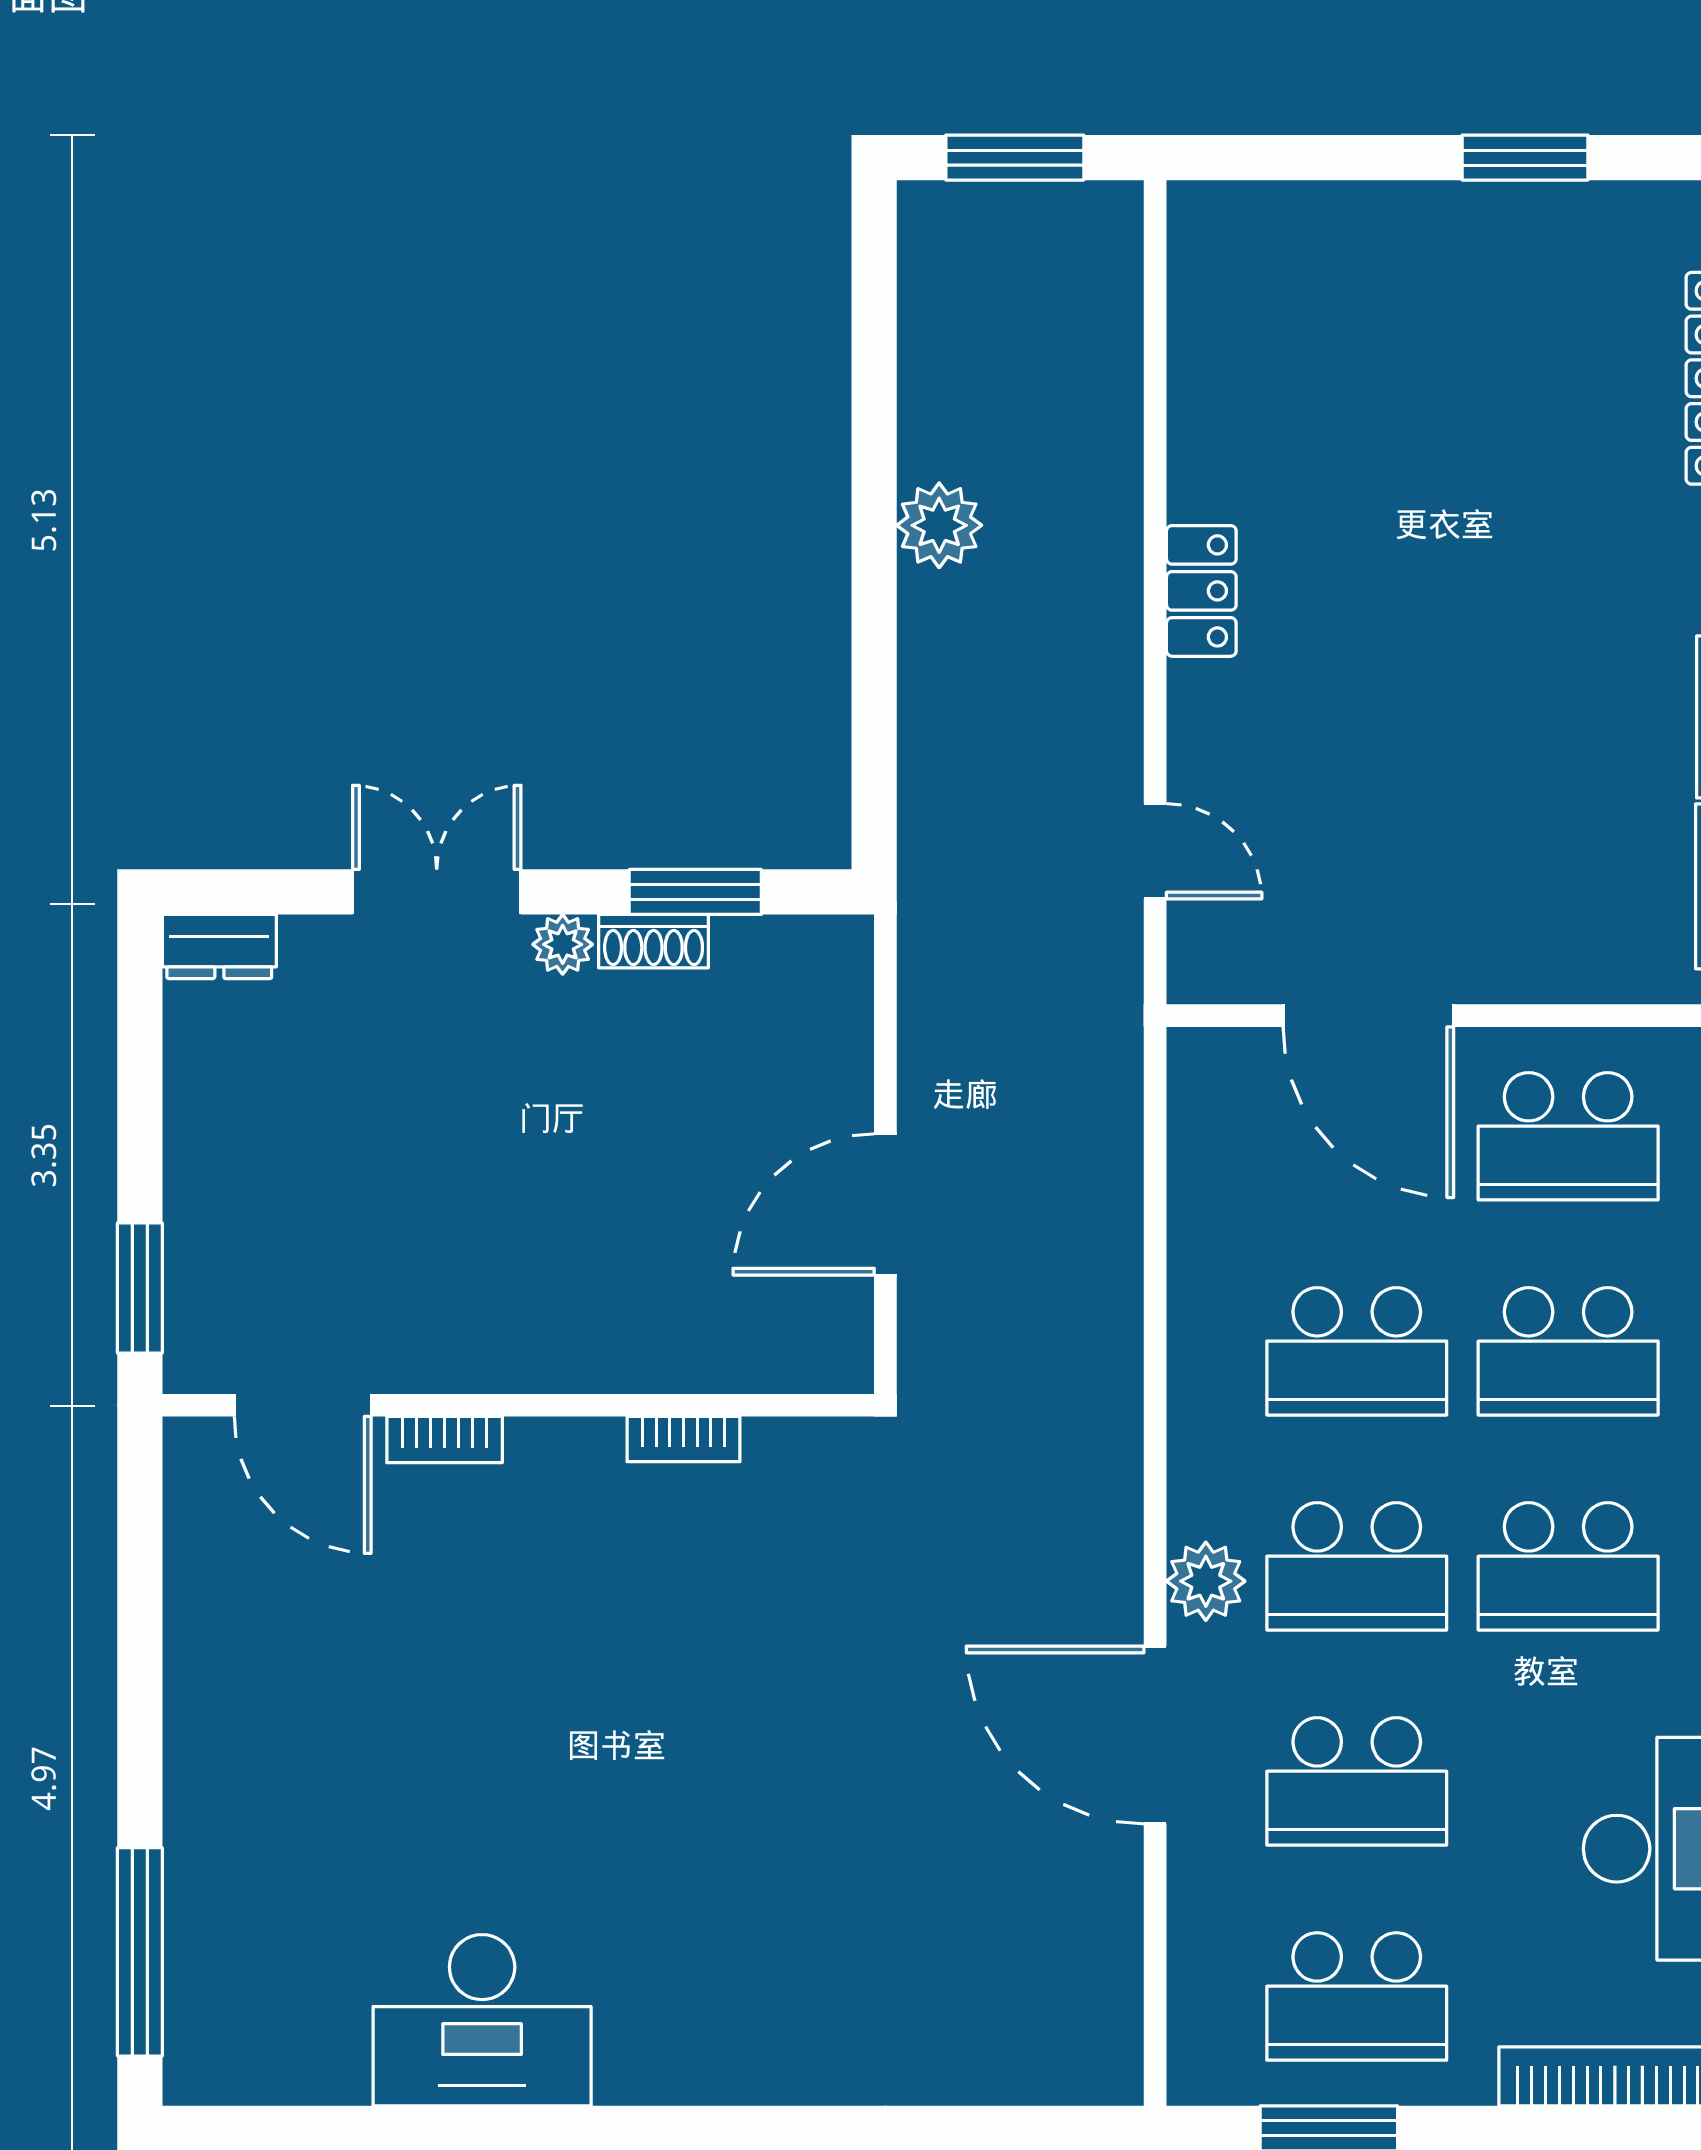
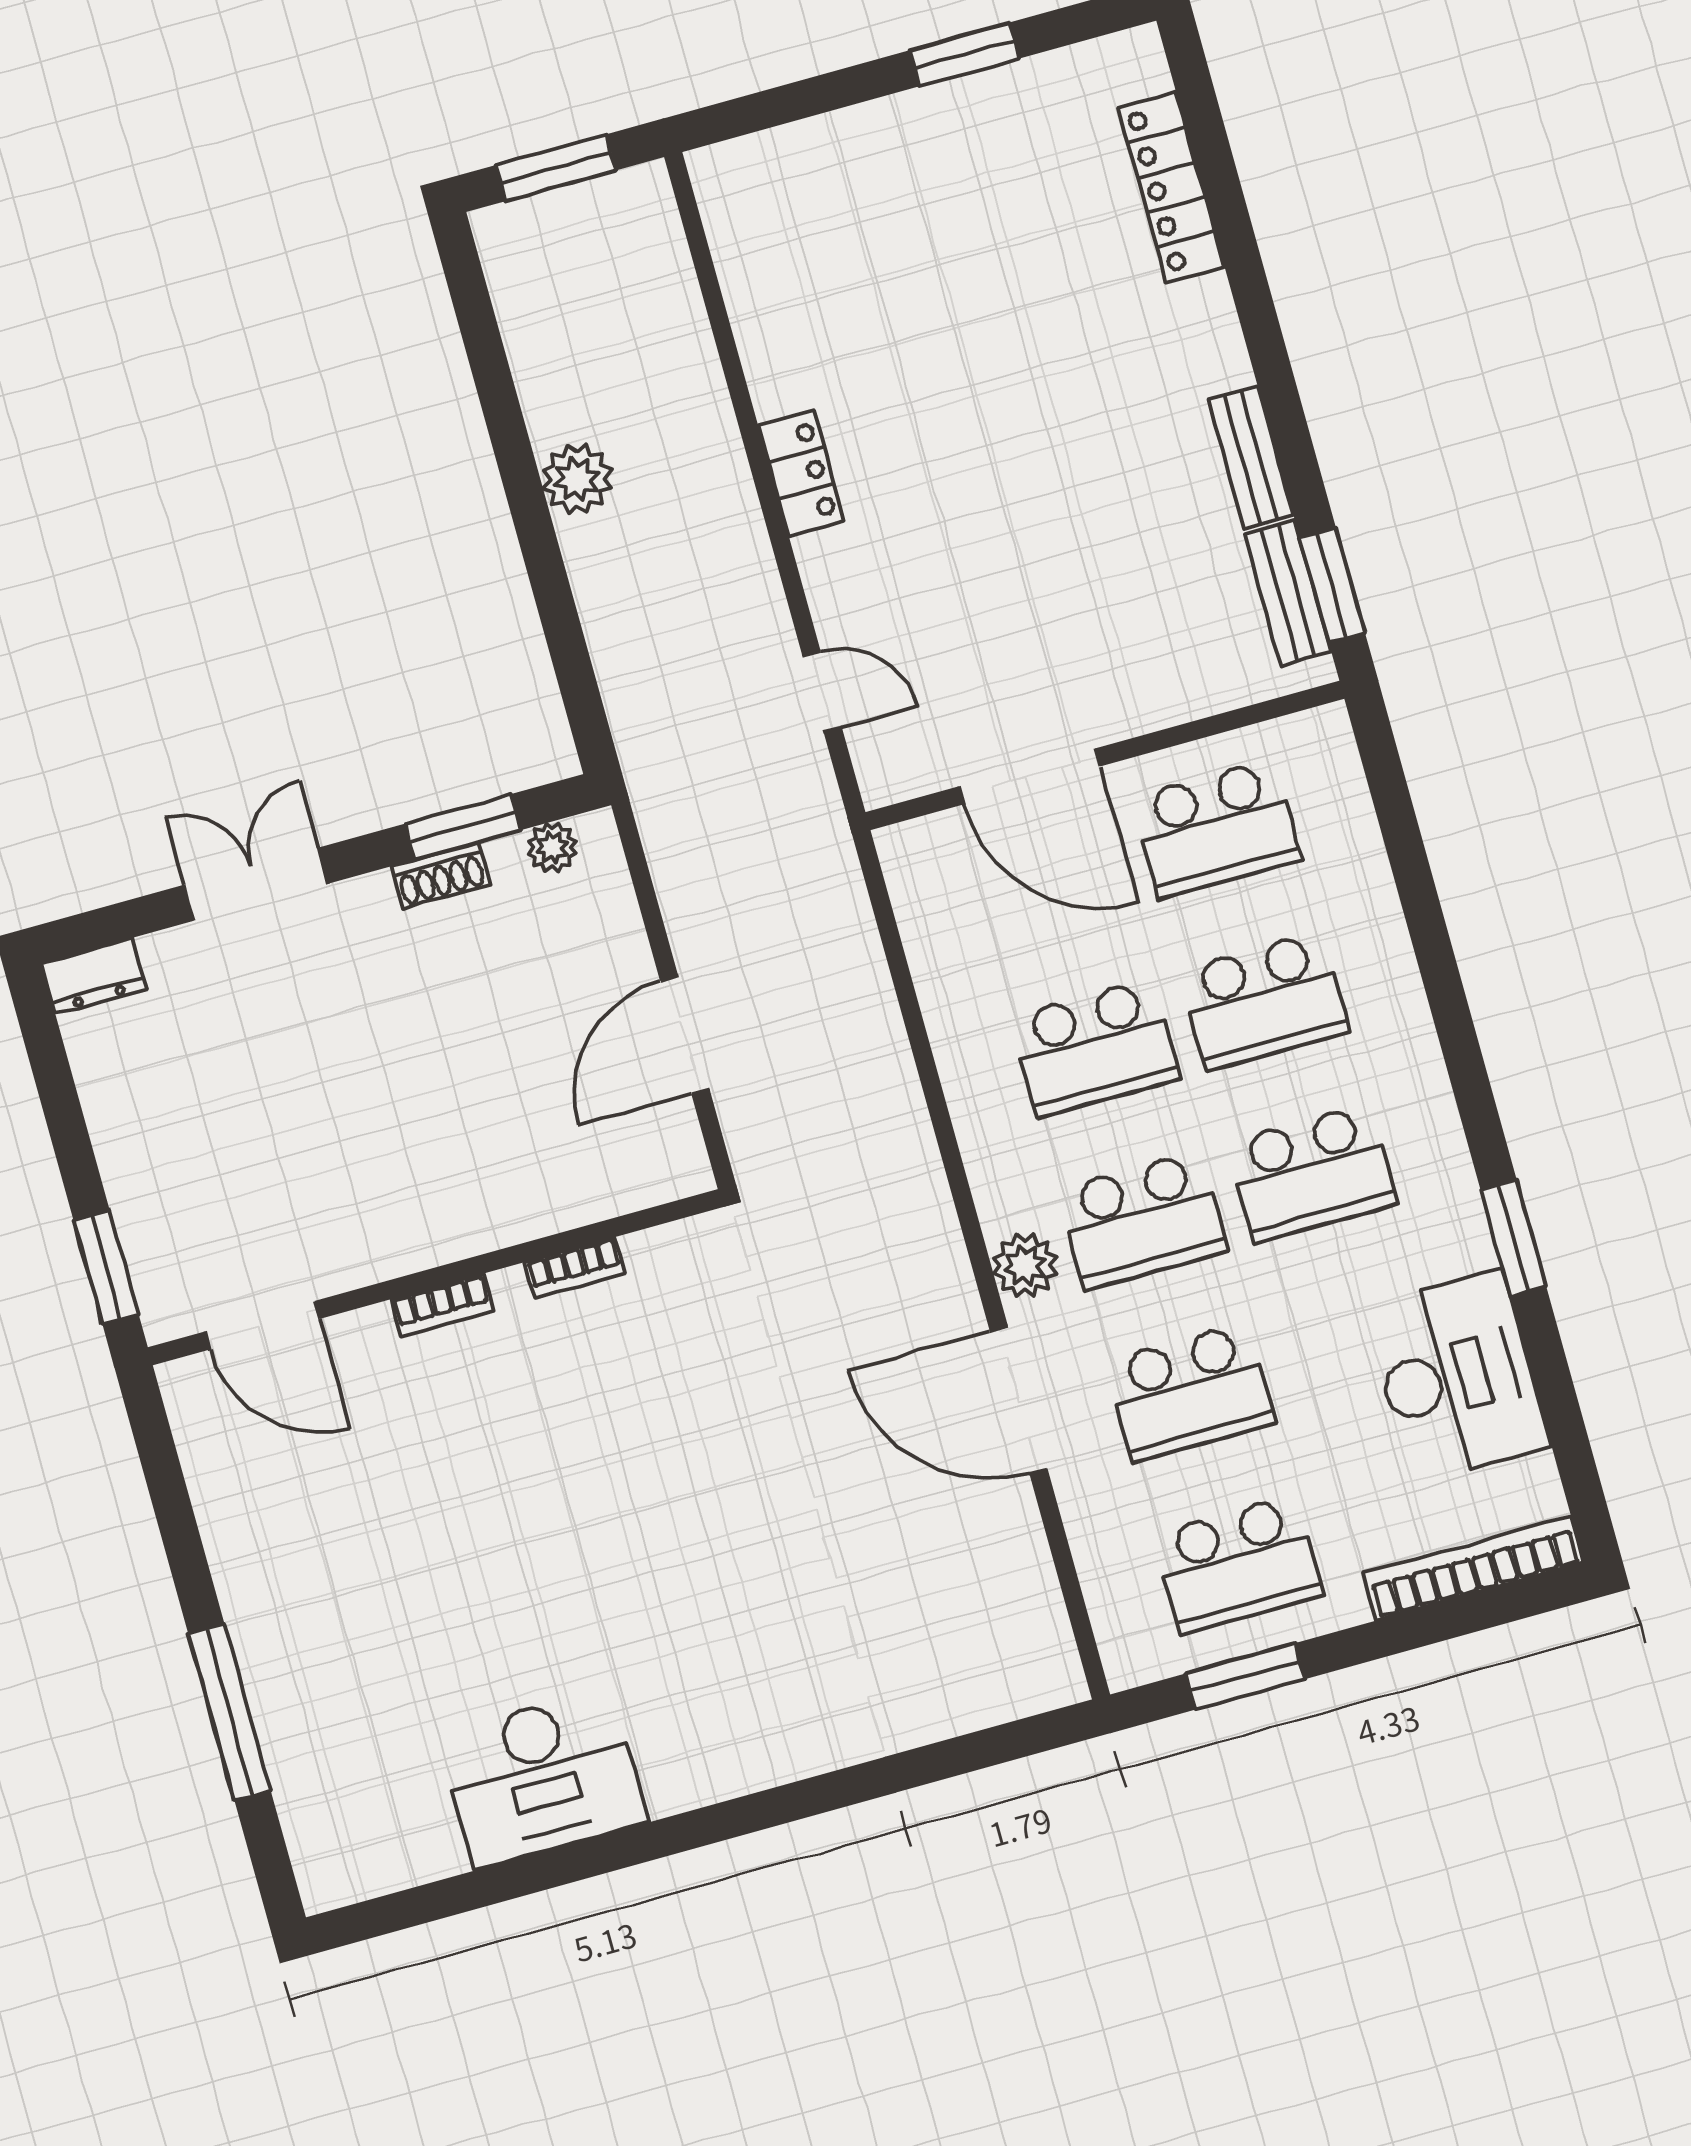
plant: (563, 944) -> (552, 847), moved
bookcase: (445, 1440) -> (442, 1305), moved
window: (140, 1952) -> (230, 1712), moved

